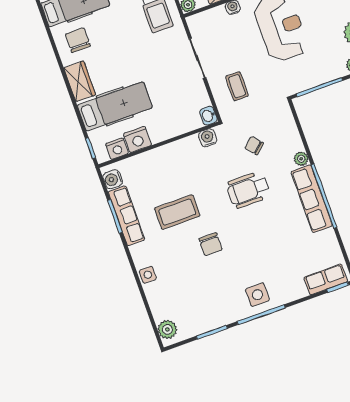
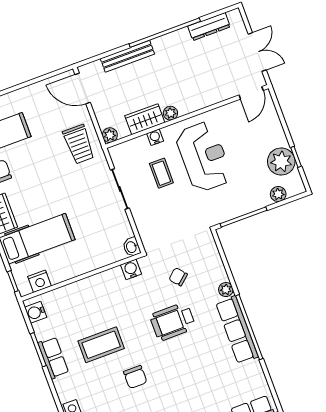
coffee table: (237, 86) -> (161, 173), moved
nightstand: (137, 139) -> (60, 272), removed
row of seats: (127, 216) -> (53, 358), width x0.68

